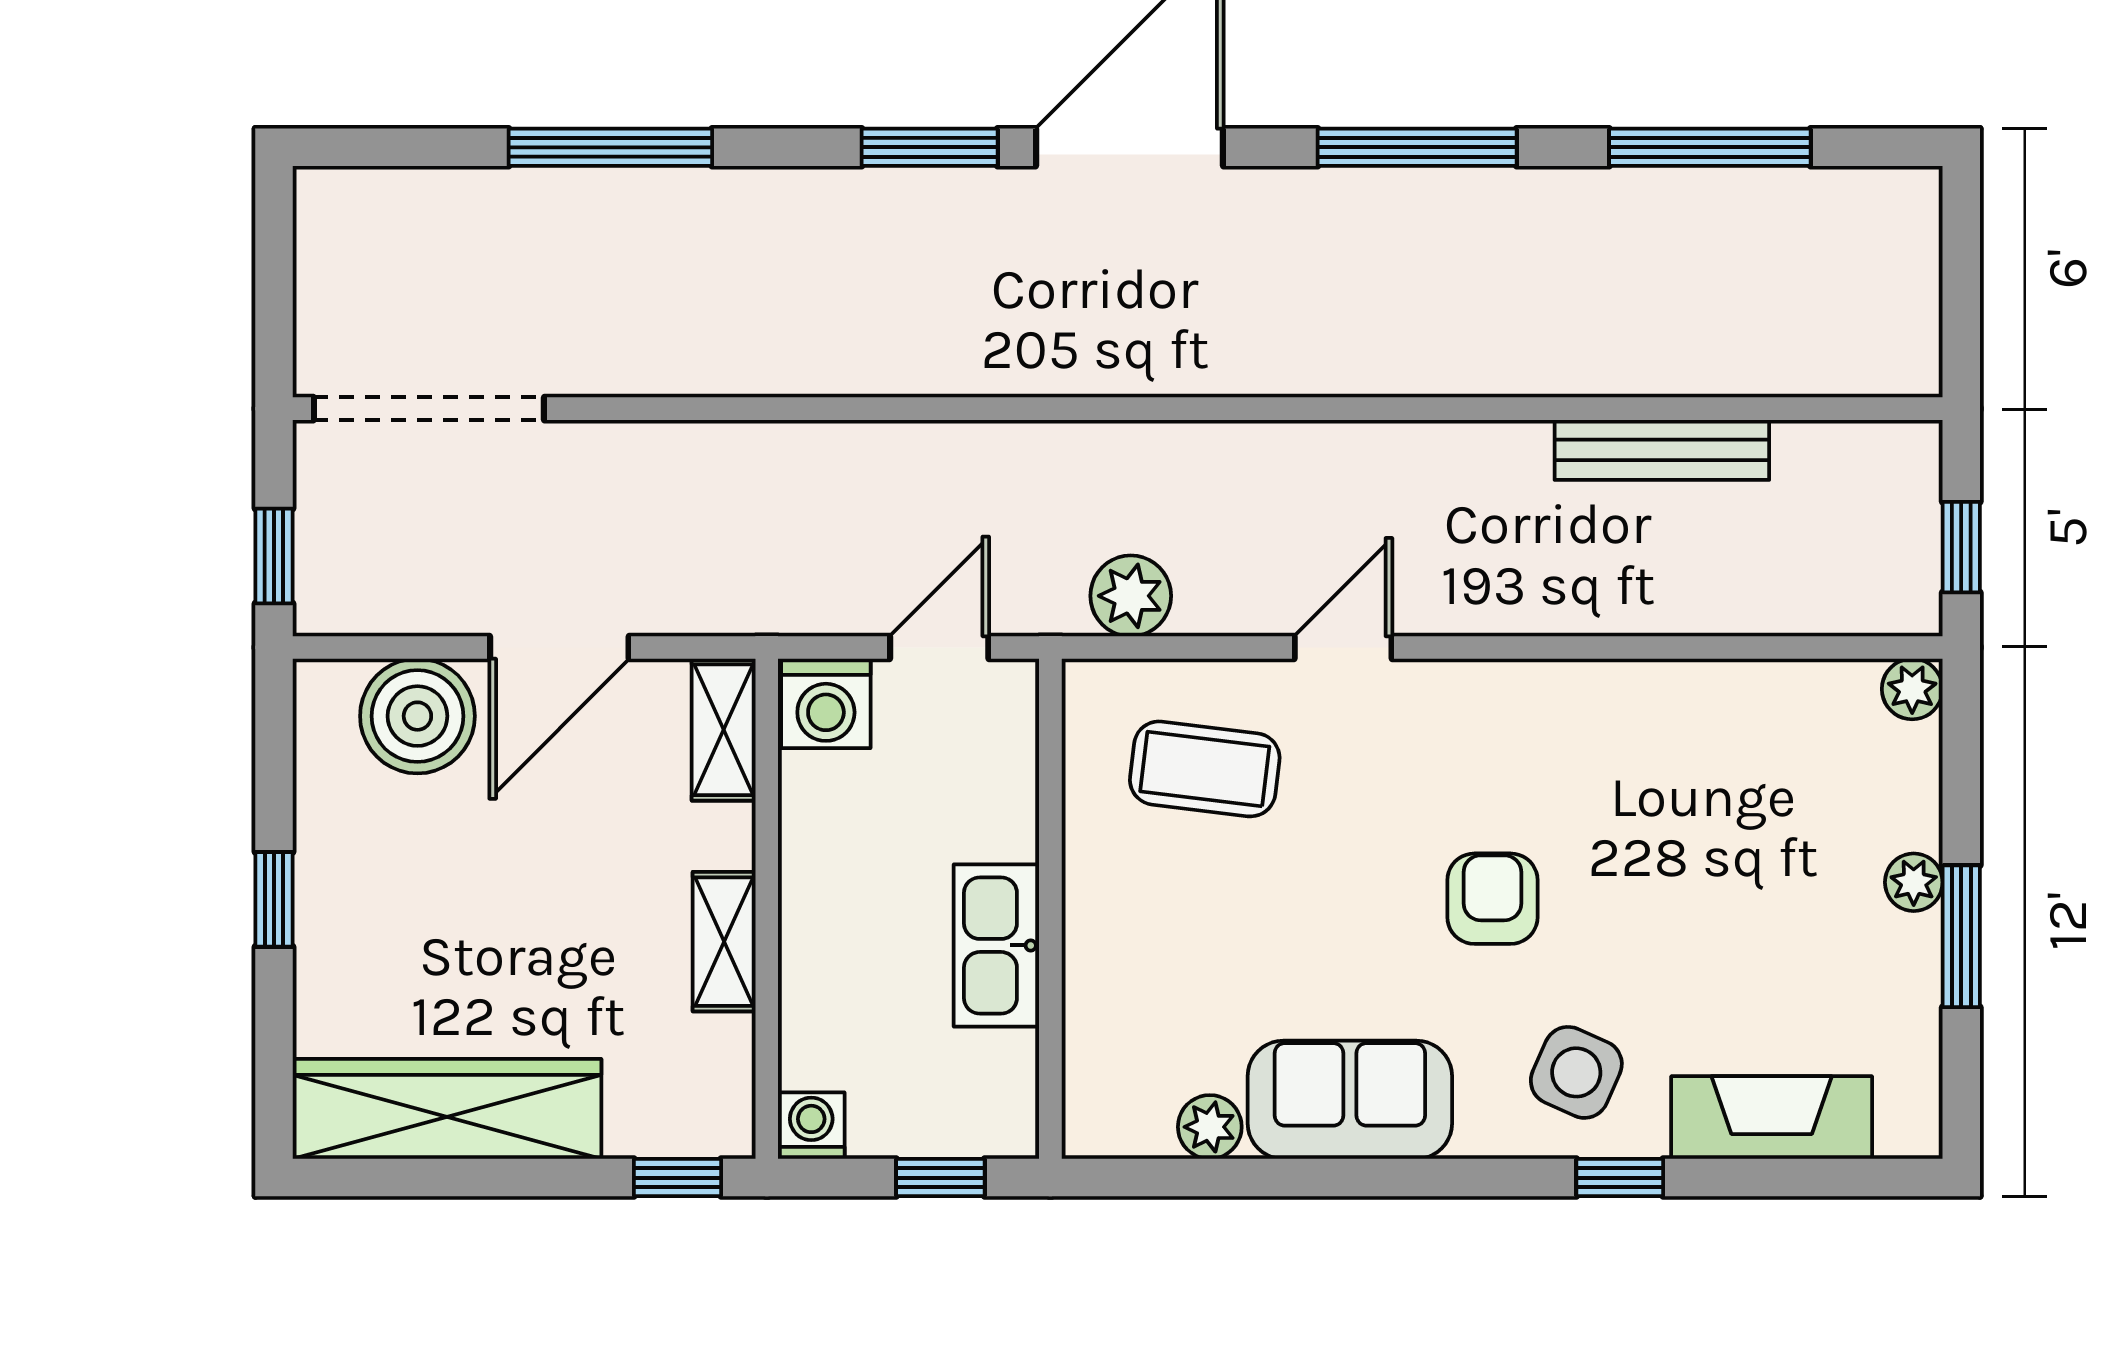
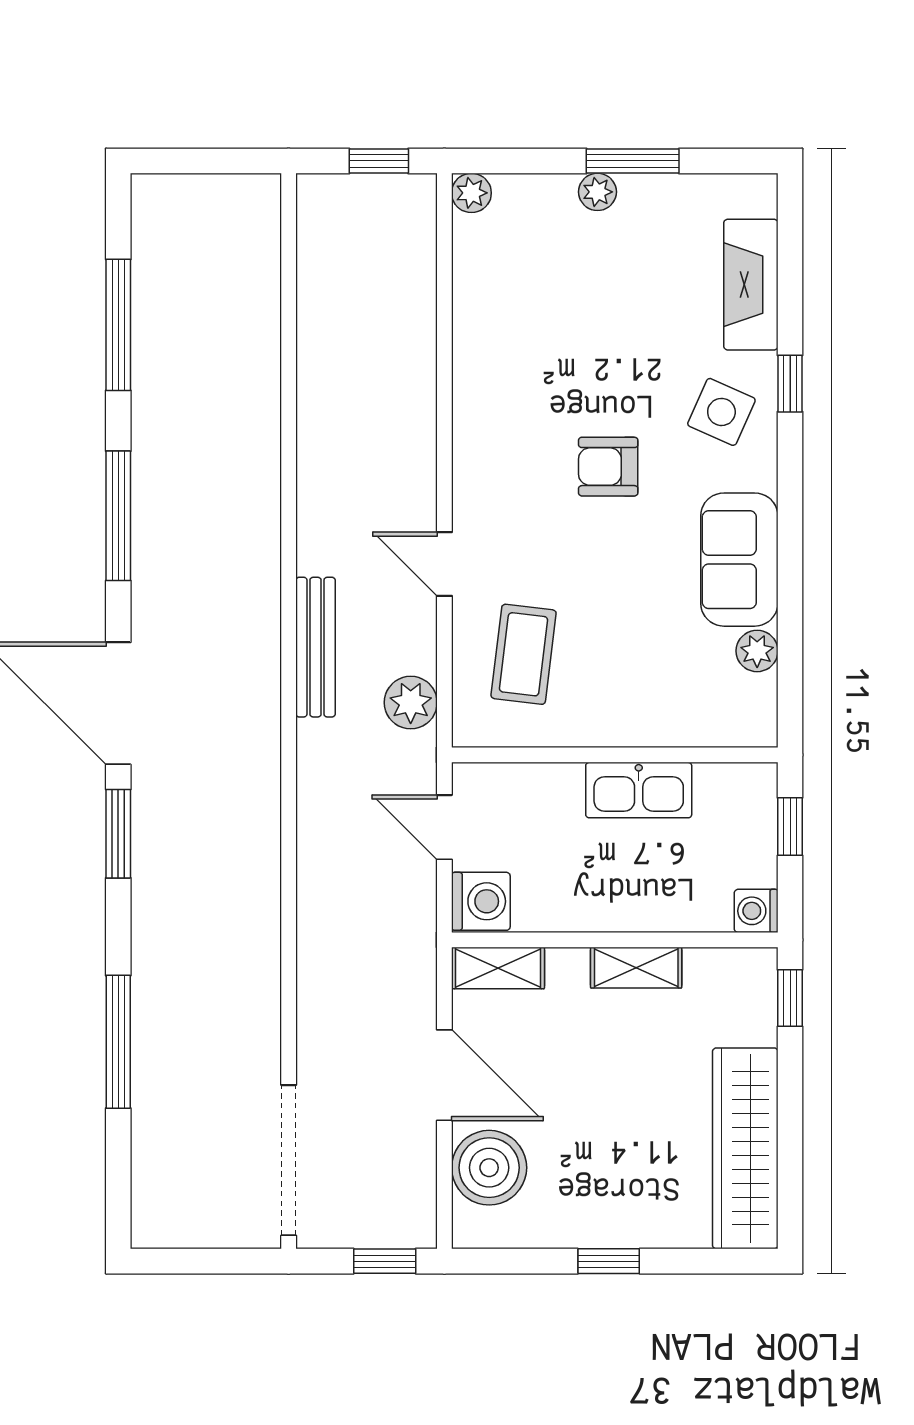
bench: (1662, 450) -> (315, 647), moved

